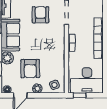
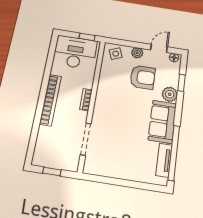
armchair: (40, 15) -> (120, 141), removed
armchair: (30, 69) -> (143, 77), turned 90

